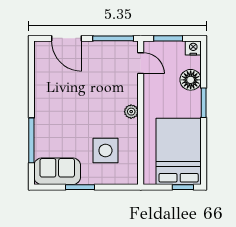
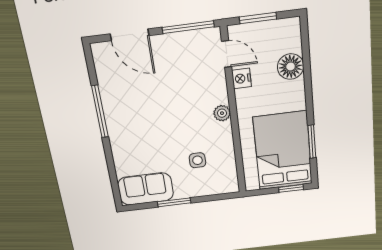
nightstand: (193, 48) -> (242, 79), moved, turned -90
window: (204, 103) -> (312, 142), moved
window: (31, 140) -> (100, 111), moved
side table: (105, 150) -> (197, 160), width x0.54, depth x0.54

